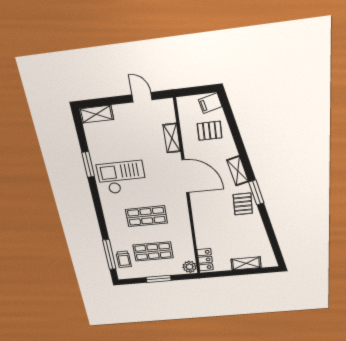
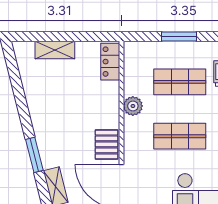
pallet: (243, 204) -> (106, 144), moved
plant: (190, 267) -> (133, 106), moved

